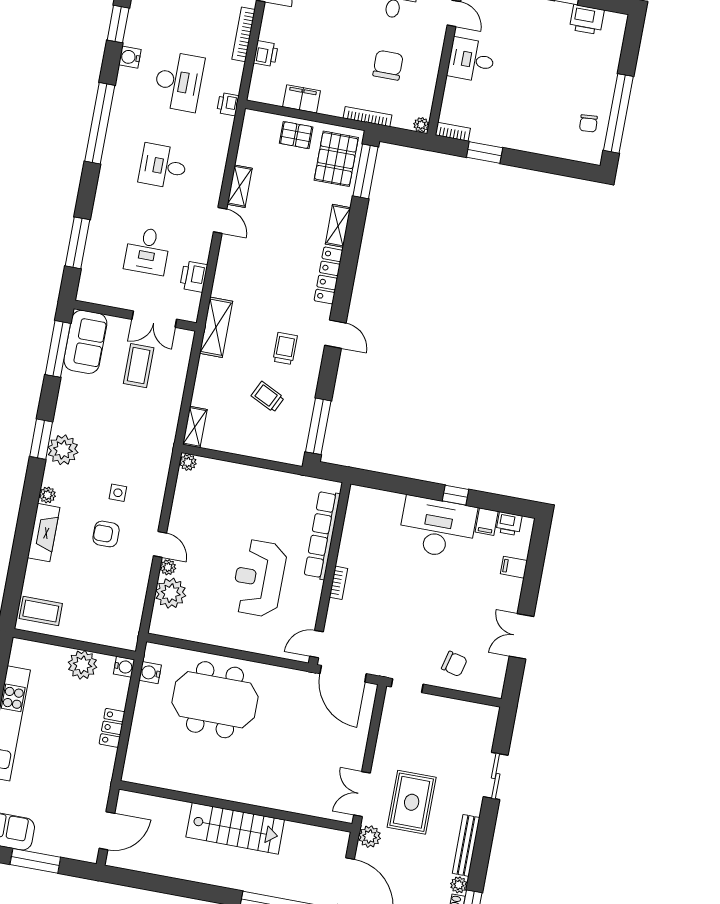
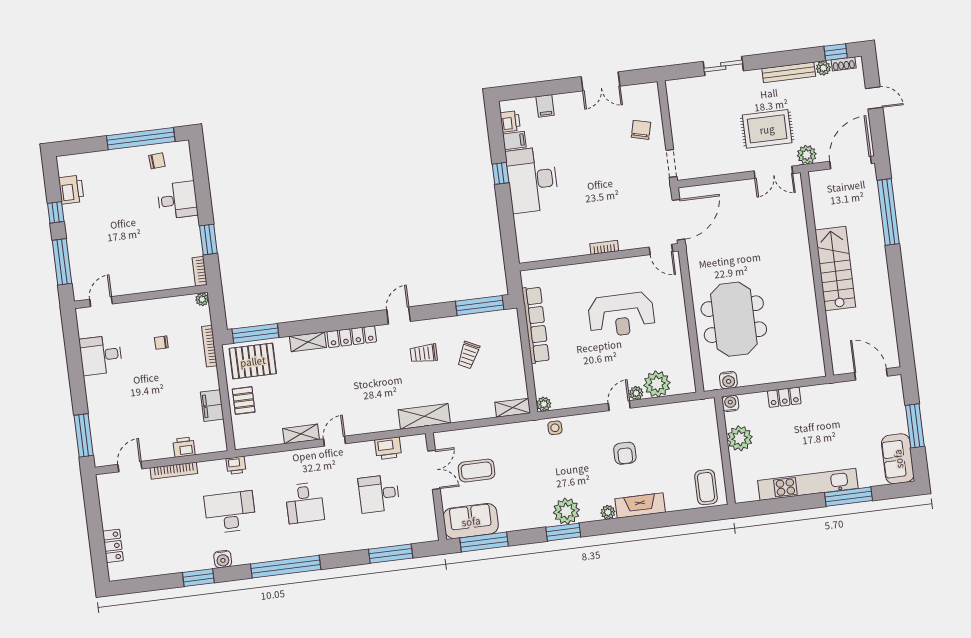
desk: (471, 60) -> (178, 200), moved, turned -90
chair: (388, 65) -> (161, 343), width x0.54, depth x0.54
desk: (147, 251) -> (379, 494), turned 180
side table: (118, 493) -> (555, 428), moved
row of seats: (322, 535) -> (536, 325), moved, turned -90

